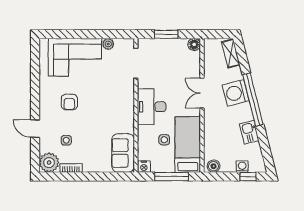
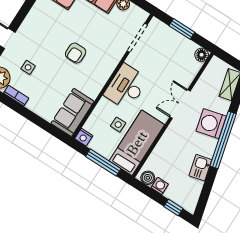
armchair: (69, 102) -> (76, 53), moved
washing machine: (242, 167) -> (160, 186), moved

